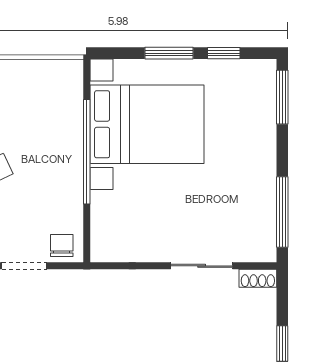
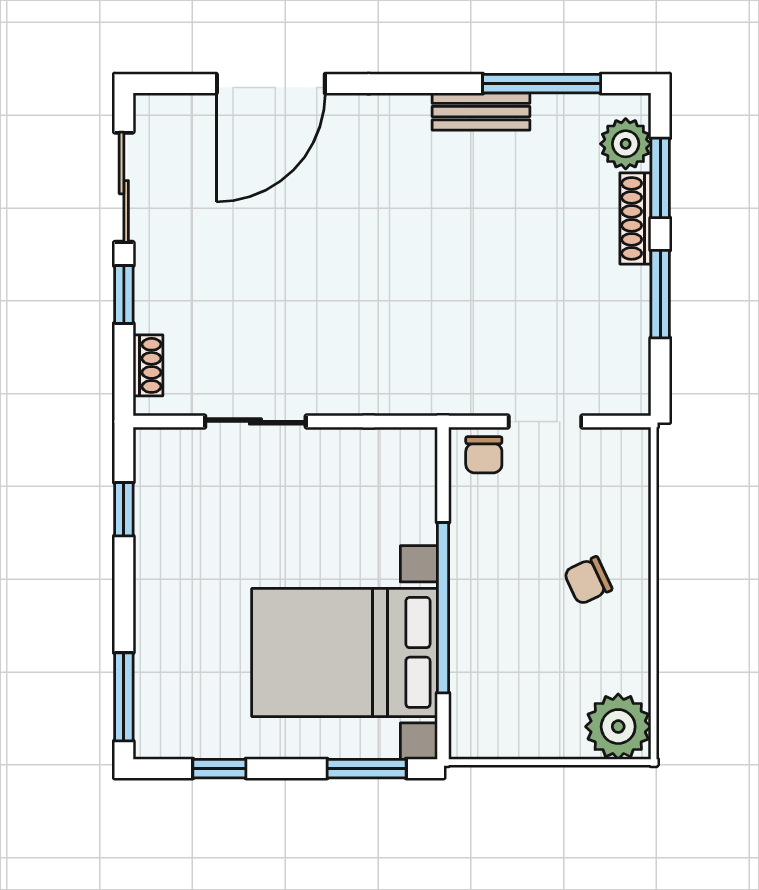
window: (169, 53) -> (367, 769), moved
window: (282, 212) -> (124, 509), width x0.46
shoe rack: (258, 278) -> (148, 365), moved, turned 90

